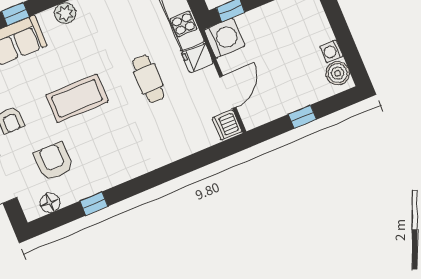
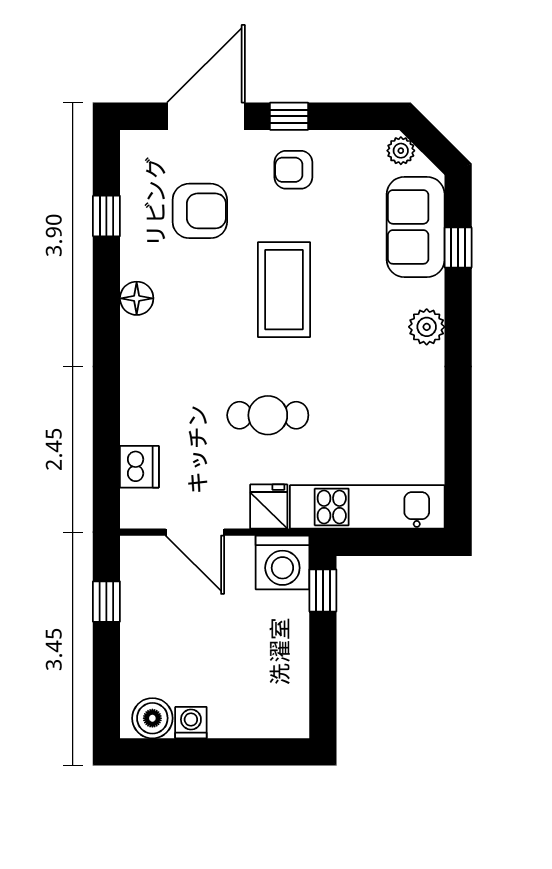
window: (302, 117) -> (106, 602), moved
dishwasher: (227, 125) -> (139, 467), moved, turned 90
floor lamp: (50, 203) -> (137, 298), moved
window: (94, 204) -> (106, 216), moved

